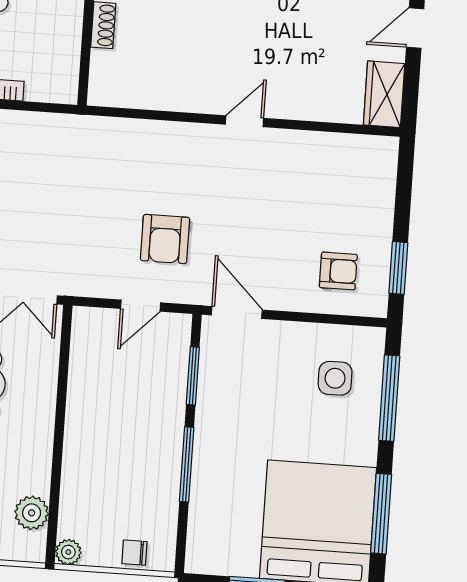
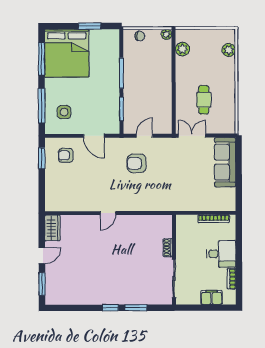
armchair: (165, 239) -> (137, 163), turned -90
door: (237, 312) -> (94, 136), moved

